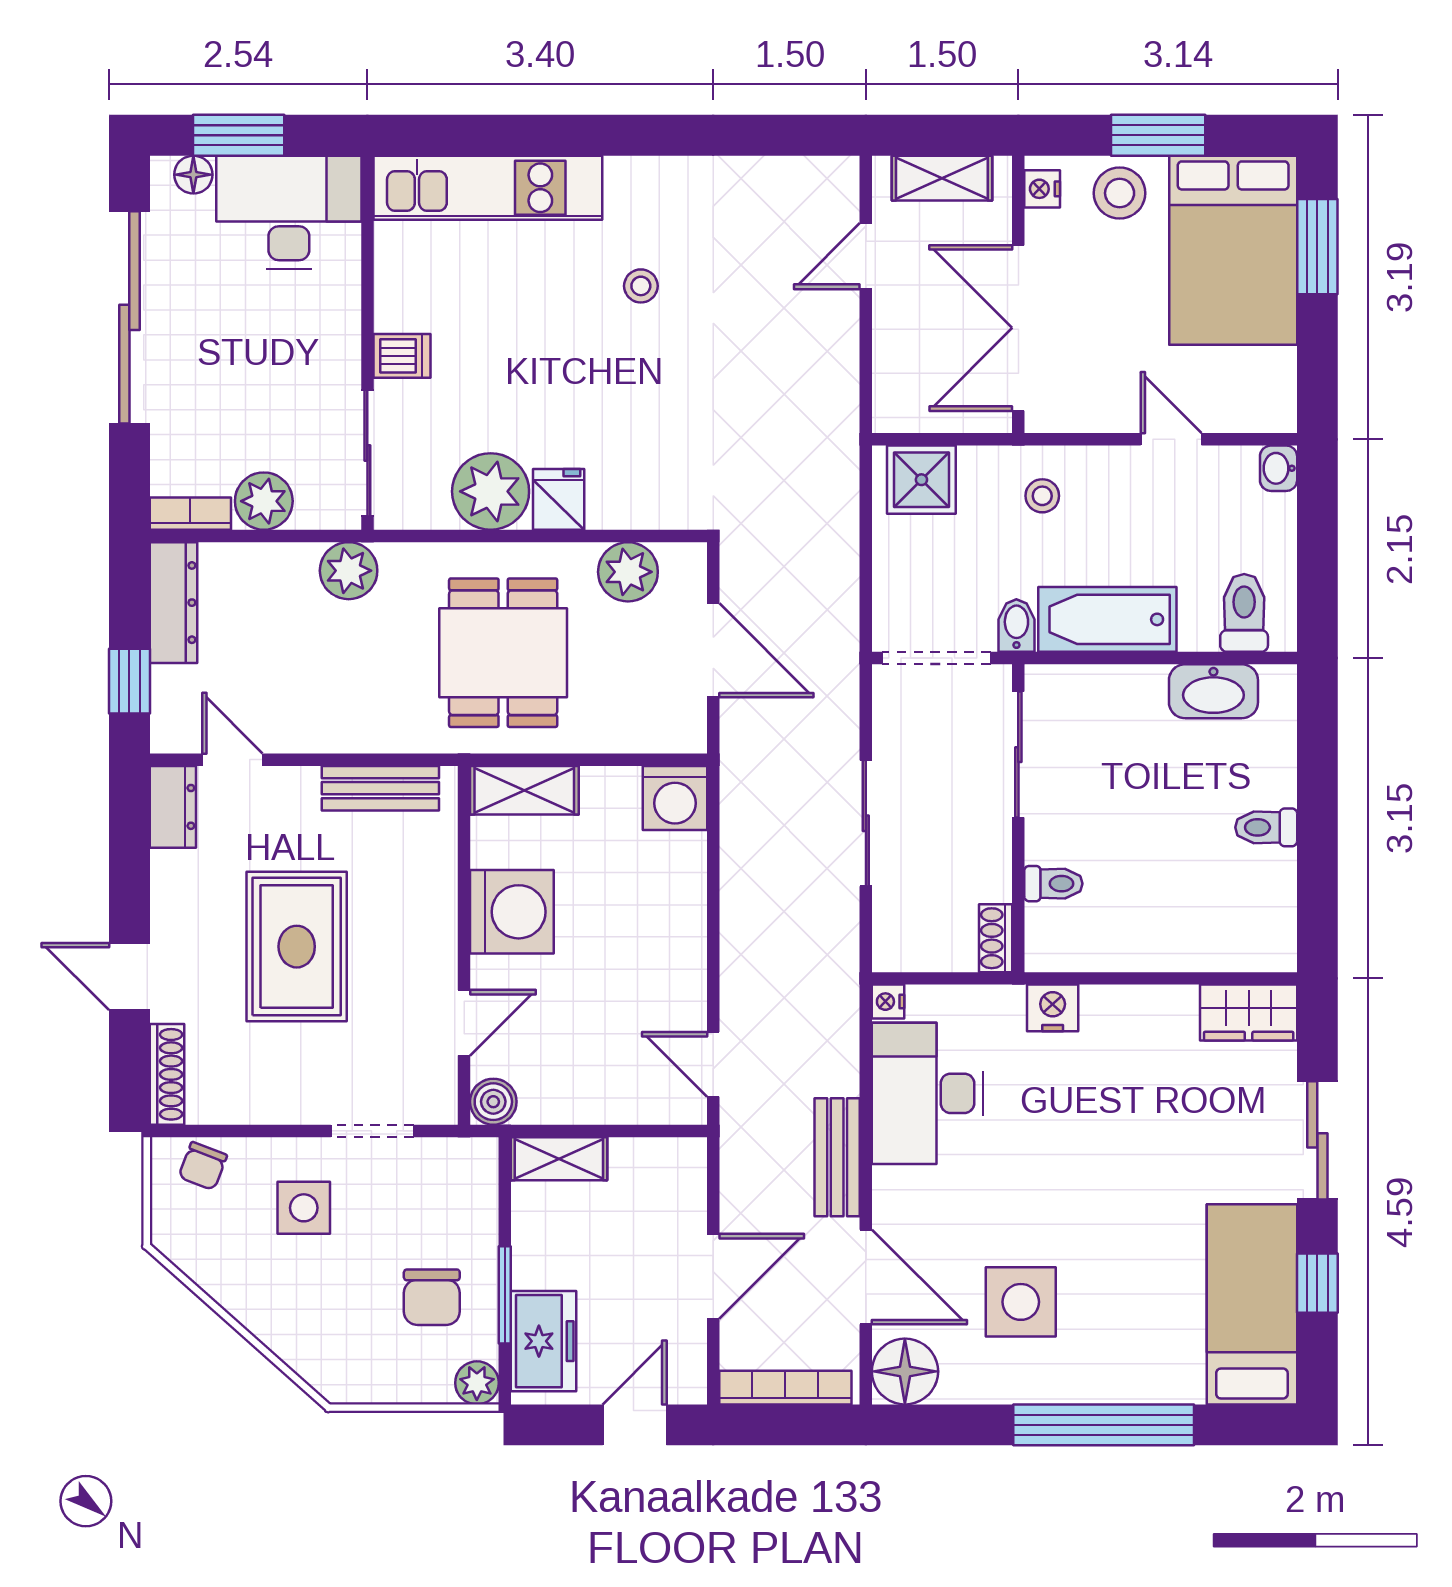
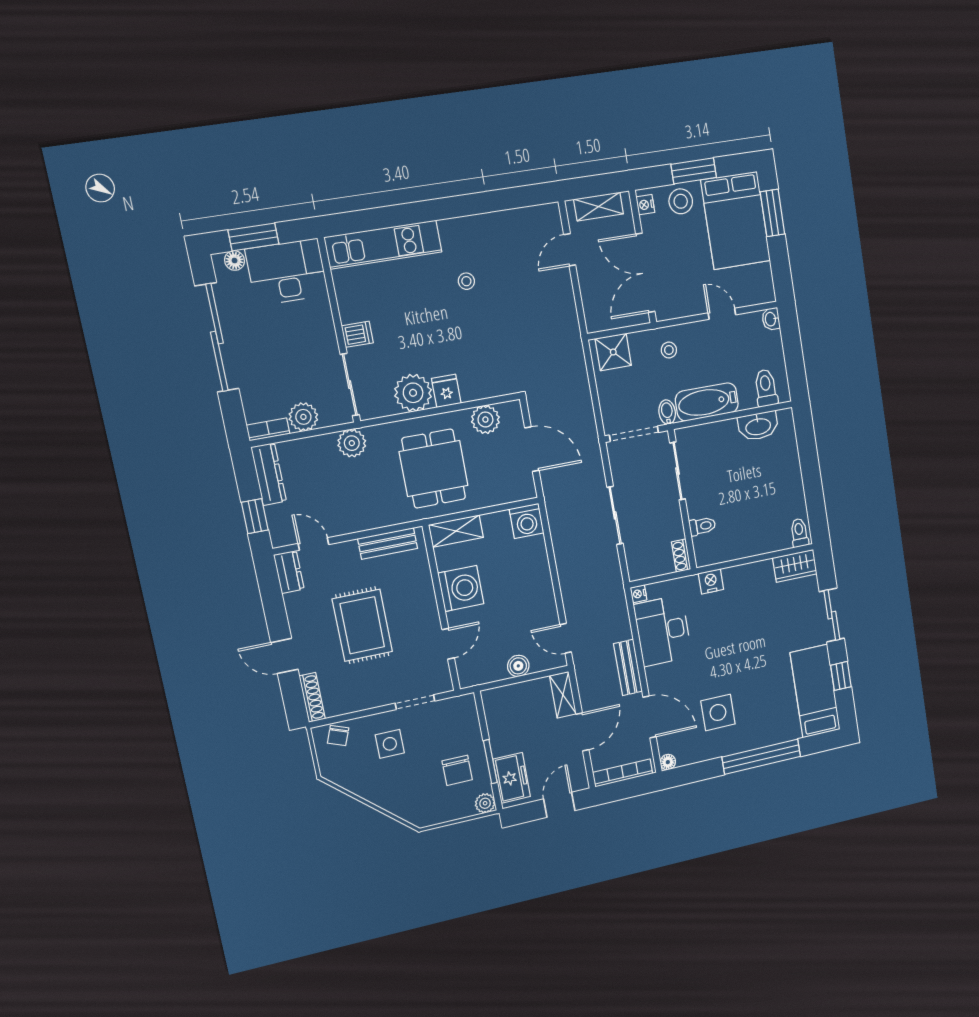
toilet: (1266, 827) -> (799, 533), moved, turned 90
boiler: (493, 1102) -> (518, 666), moved
shelving: (559, 1159) -> (563, 695), moved, turned 90
floor lamp: (905, 1371) -> (668, 762), width x0.53, depth x0.53

